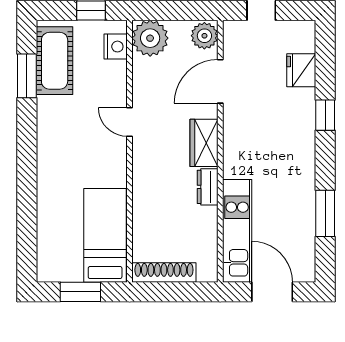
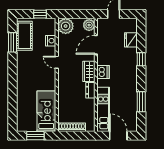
nightstand: (116, 47) -> (51, 41), moved
dishwasher: (237, 145) -> (103, 72), added

